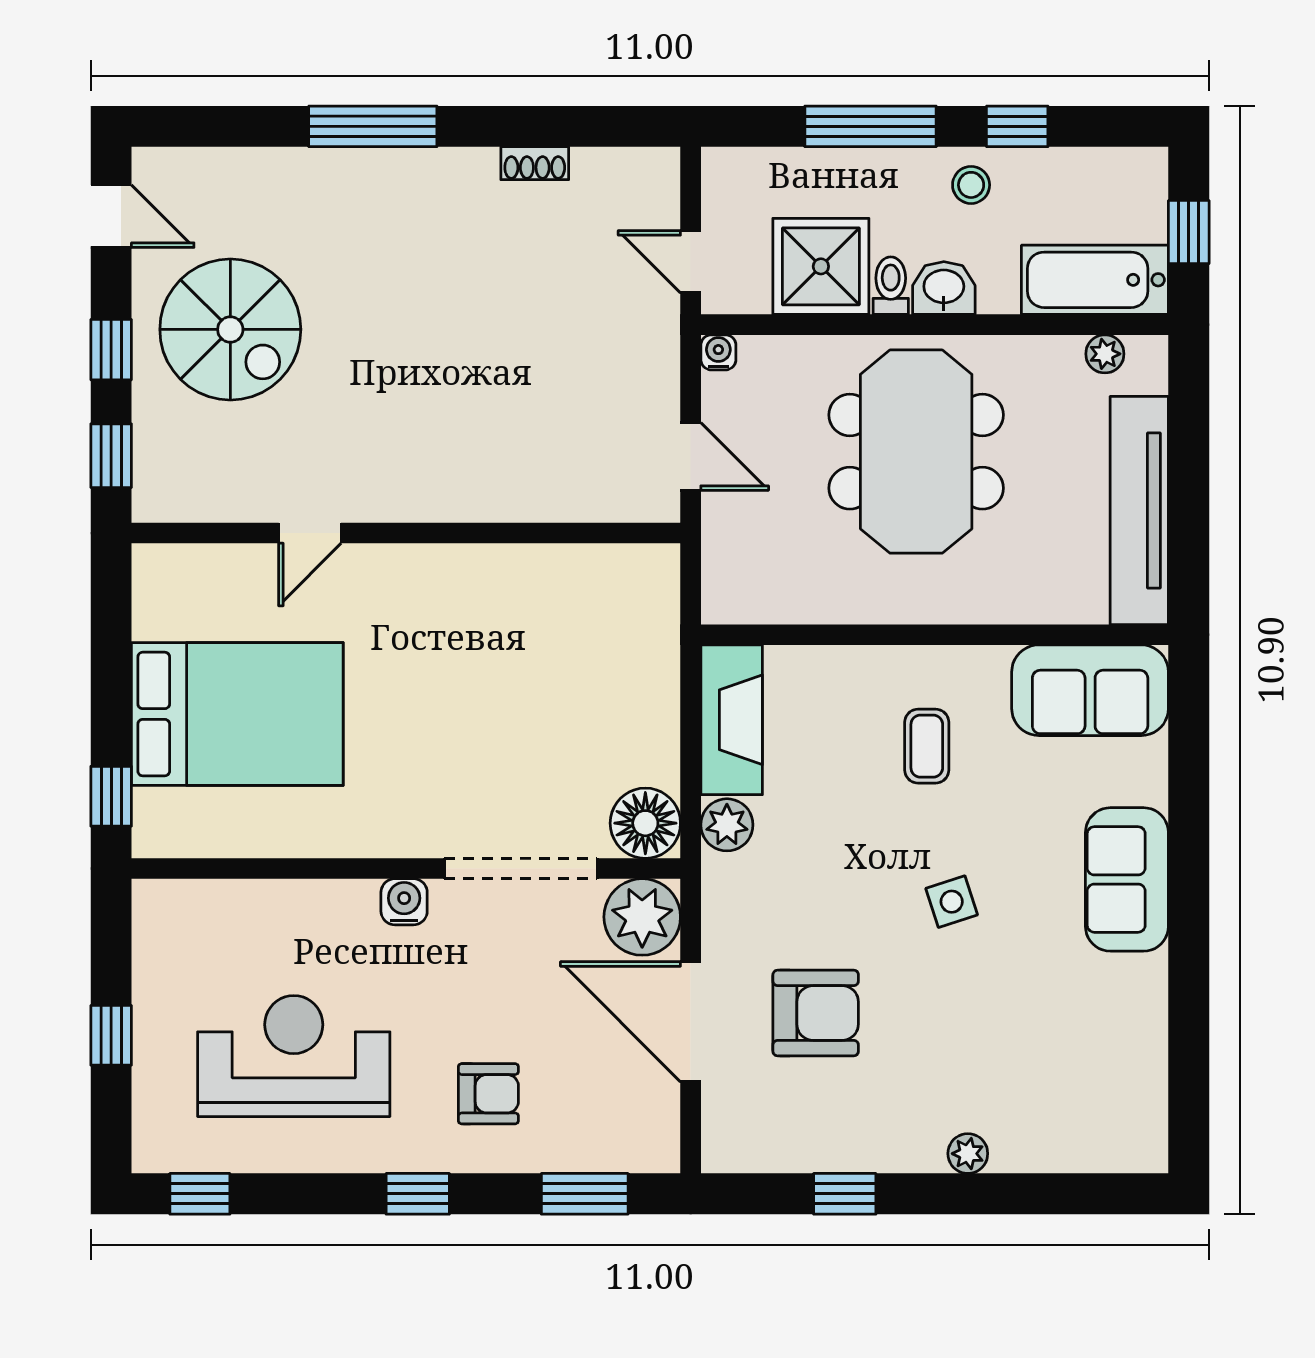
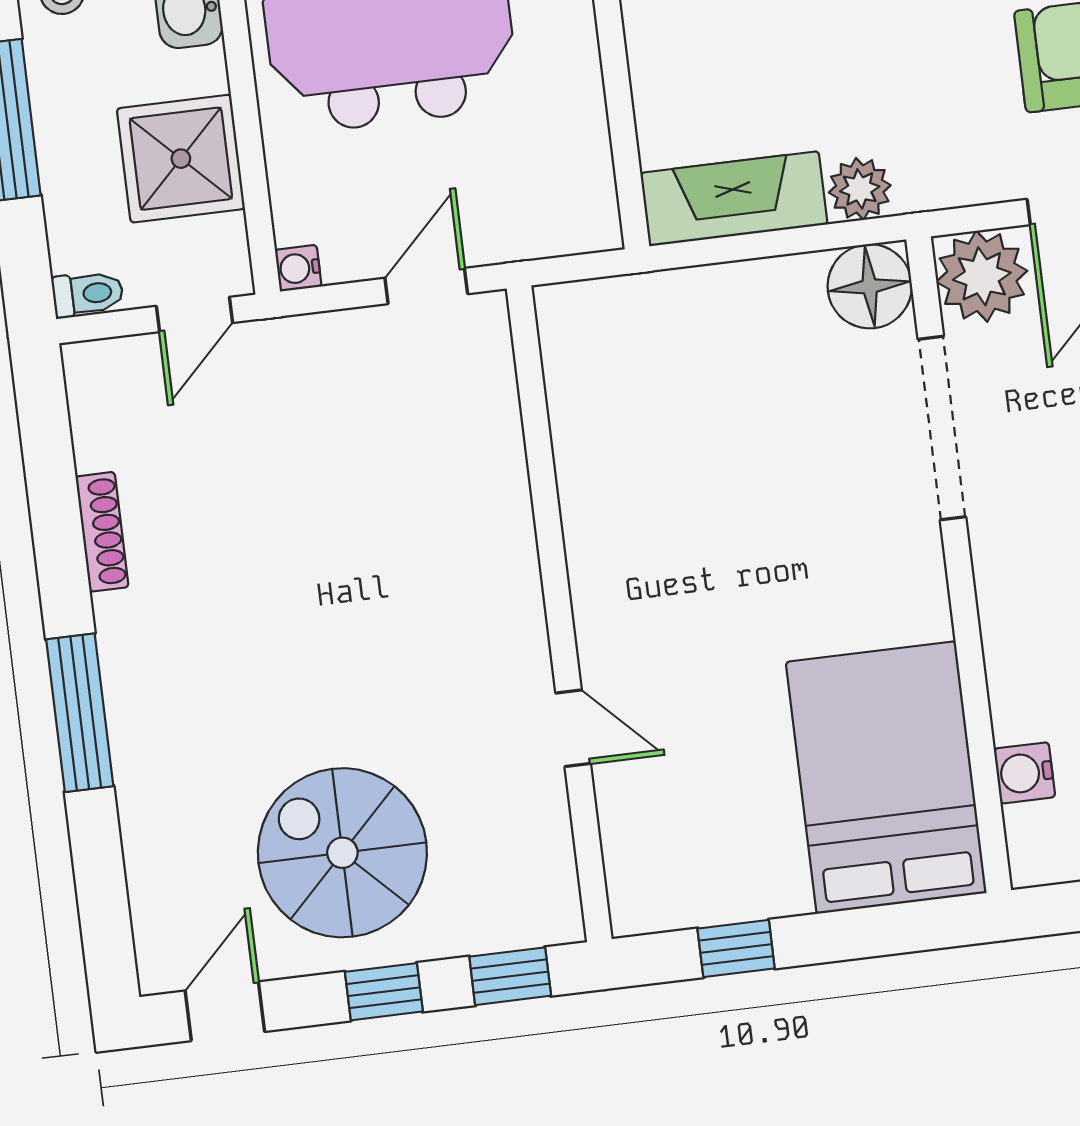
shoe rack: (535, 163) -> (102, 532), width x1.43
toilet: (891, 286) -> (88, 294), moved, turned 180
spiral stairs: (230, 329) -> (342, 853), turned -90
bed: (237, 714) -> (886, 777), moved
window: (111, 796) -> (736, 948), moved
water cooler: (404, 902) -> (1024, 773), moved

